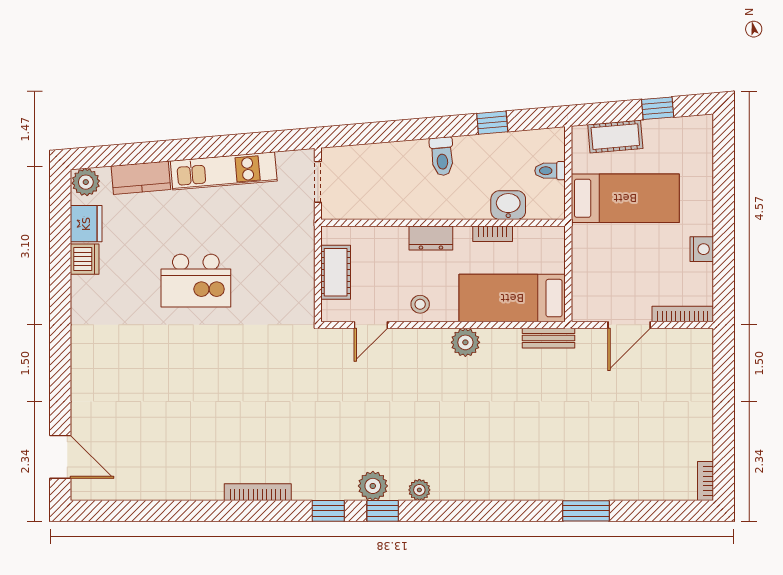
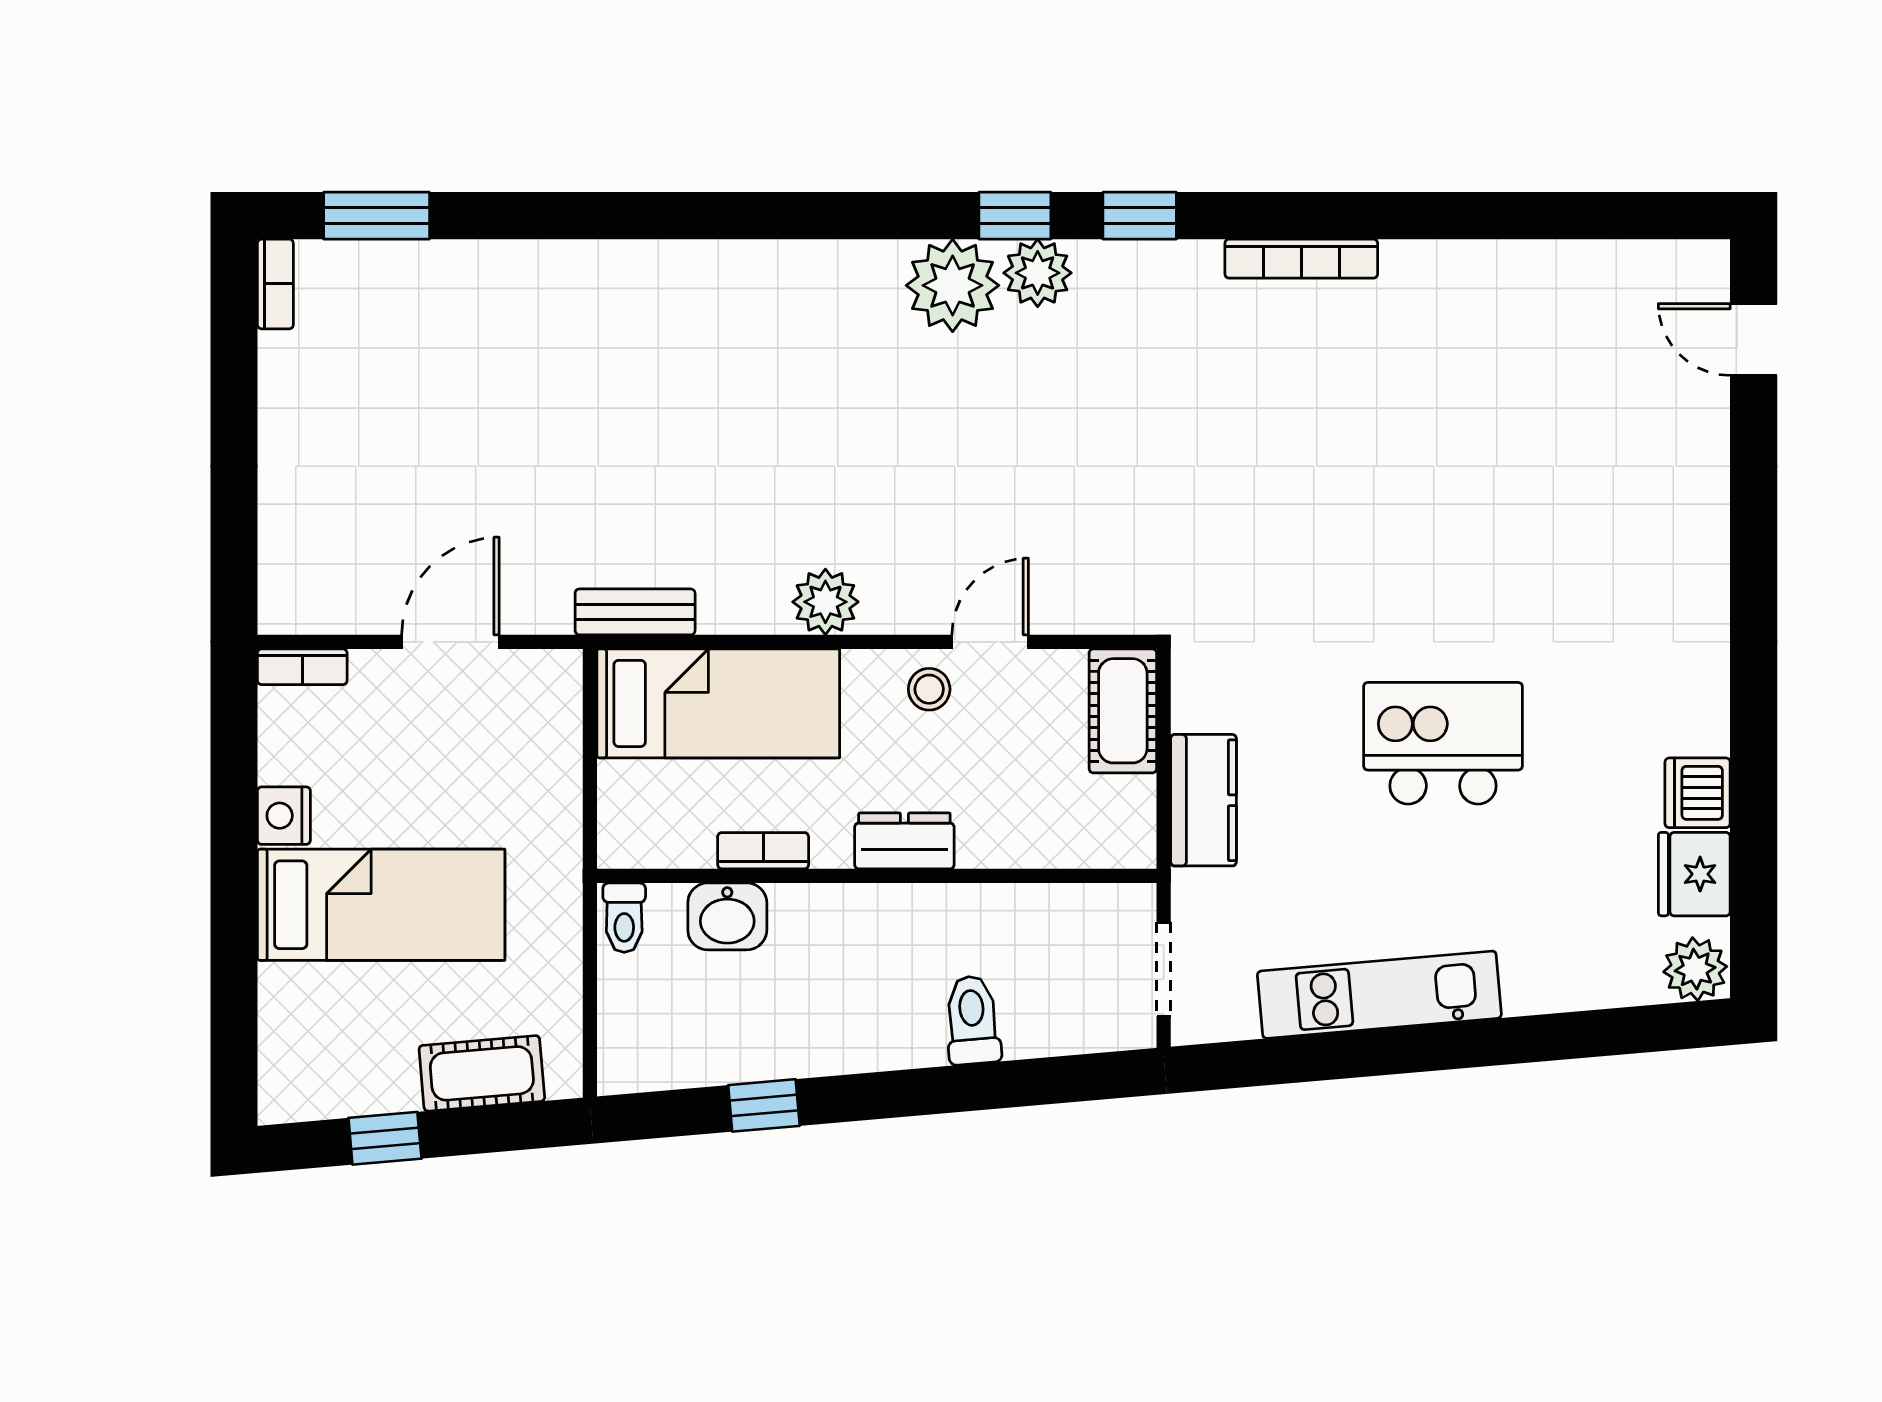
toilet: (442, 156) -> (972, 1020), moved
toilet: (550, 171) -> (624, 918), moved, turned 90
kitchen counter: (141, 178) -> (1203, 800), moved, turned 95
bed: (625, 198) -> (381, 905), moved, turned 180
cot: (336, 272) -> (1123, 711), moved
bookcase: (683, 314) -> (302, 667), width x0.64
door: (371, 325) -> (990, 642), moved
door: (60, 457) -> (1754, 340), width x0.73
plant: (419, 490) -> (953, 285), width x1.88, depth x1.88
window: (586, 511) -> (377, 216), moved

